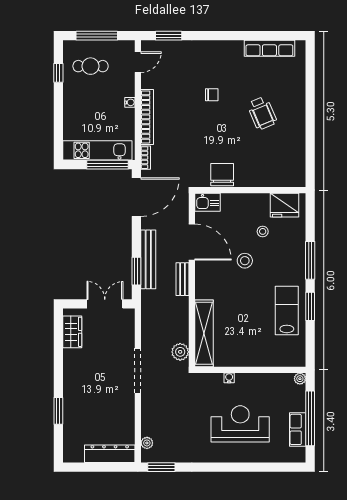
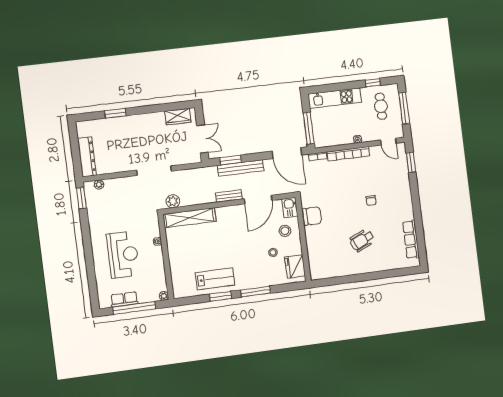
kitchen unit: (97, 150) -> (335, 98), moved, turned 90
stool: (245, 261) -> (285, 231), moved

